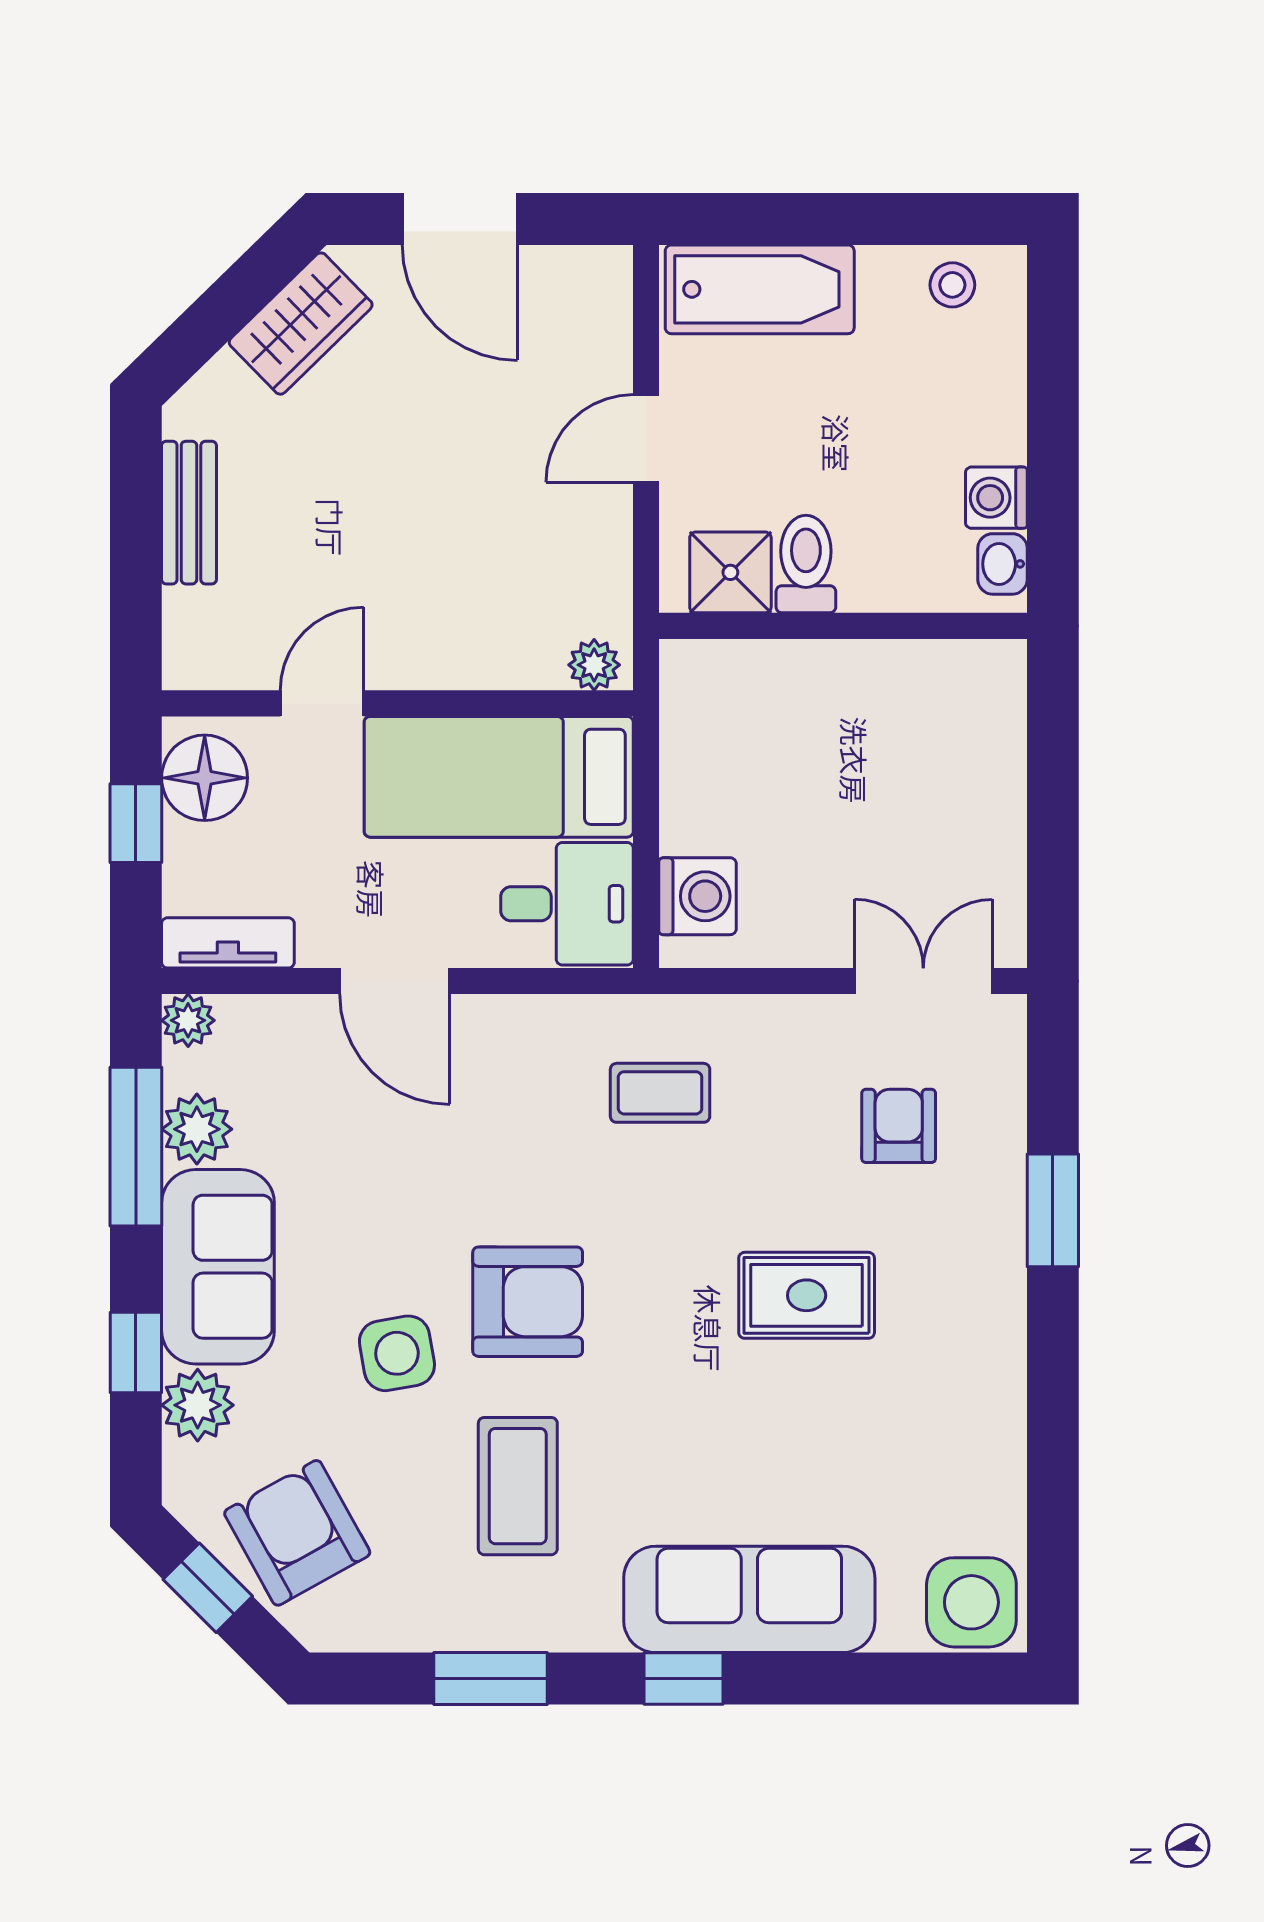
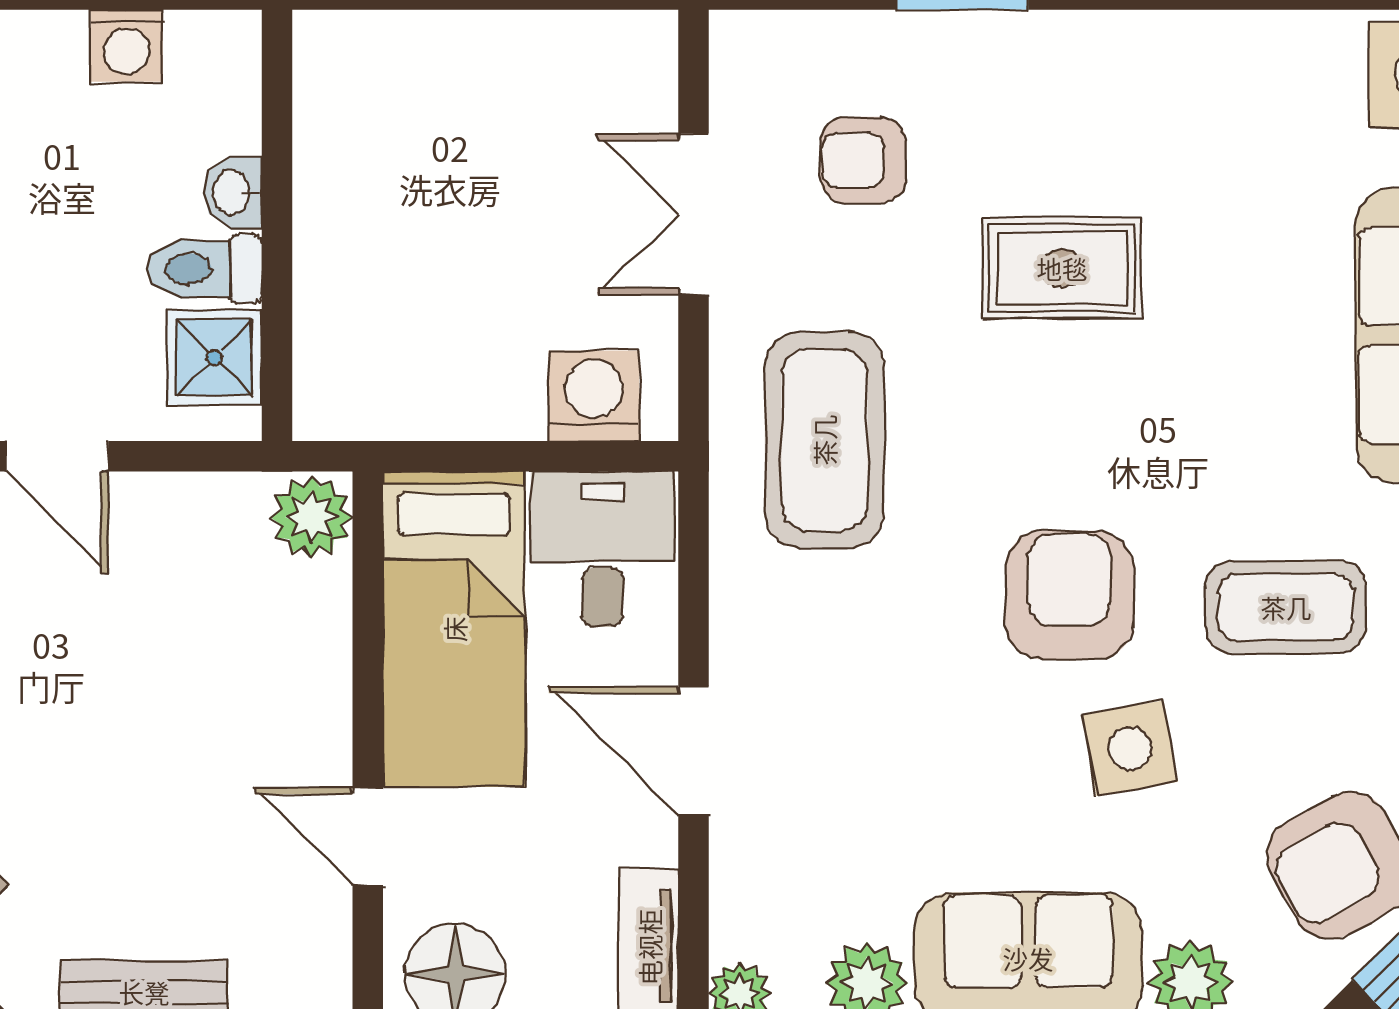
washbasin: (1003, 564) -> (233, 192), moved, turned 90
plant: (594, 665) -> (312, 517), width x1.38, depth x1.38
door: (395, 981) -> (693, 751), swing flipped
double door: (923, 981) -> (693, 214), moved
coffee table: (660, 1093) -> (824, 440), width x1.86, depth x1.72
rug: (807, 1295) -> (1062, 268), turned 90

